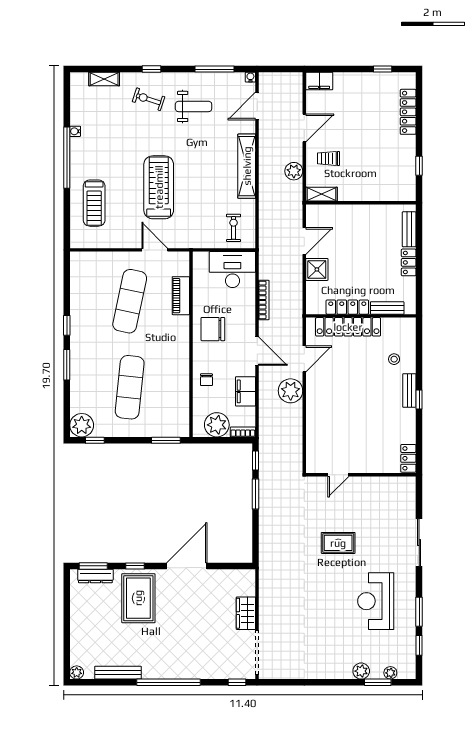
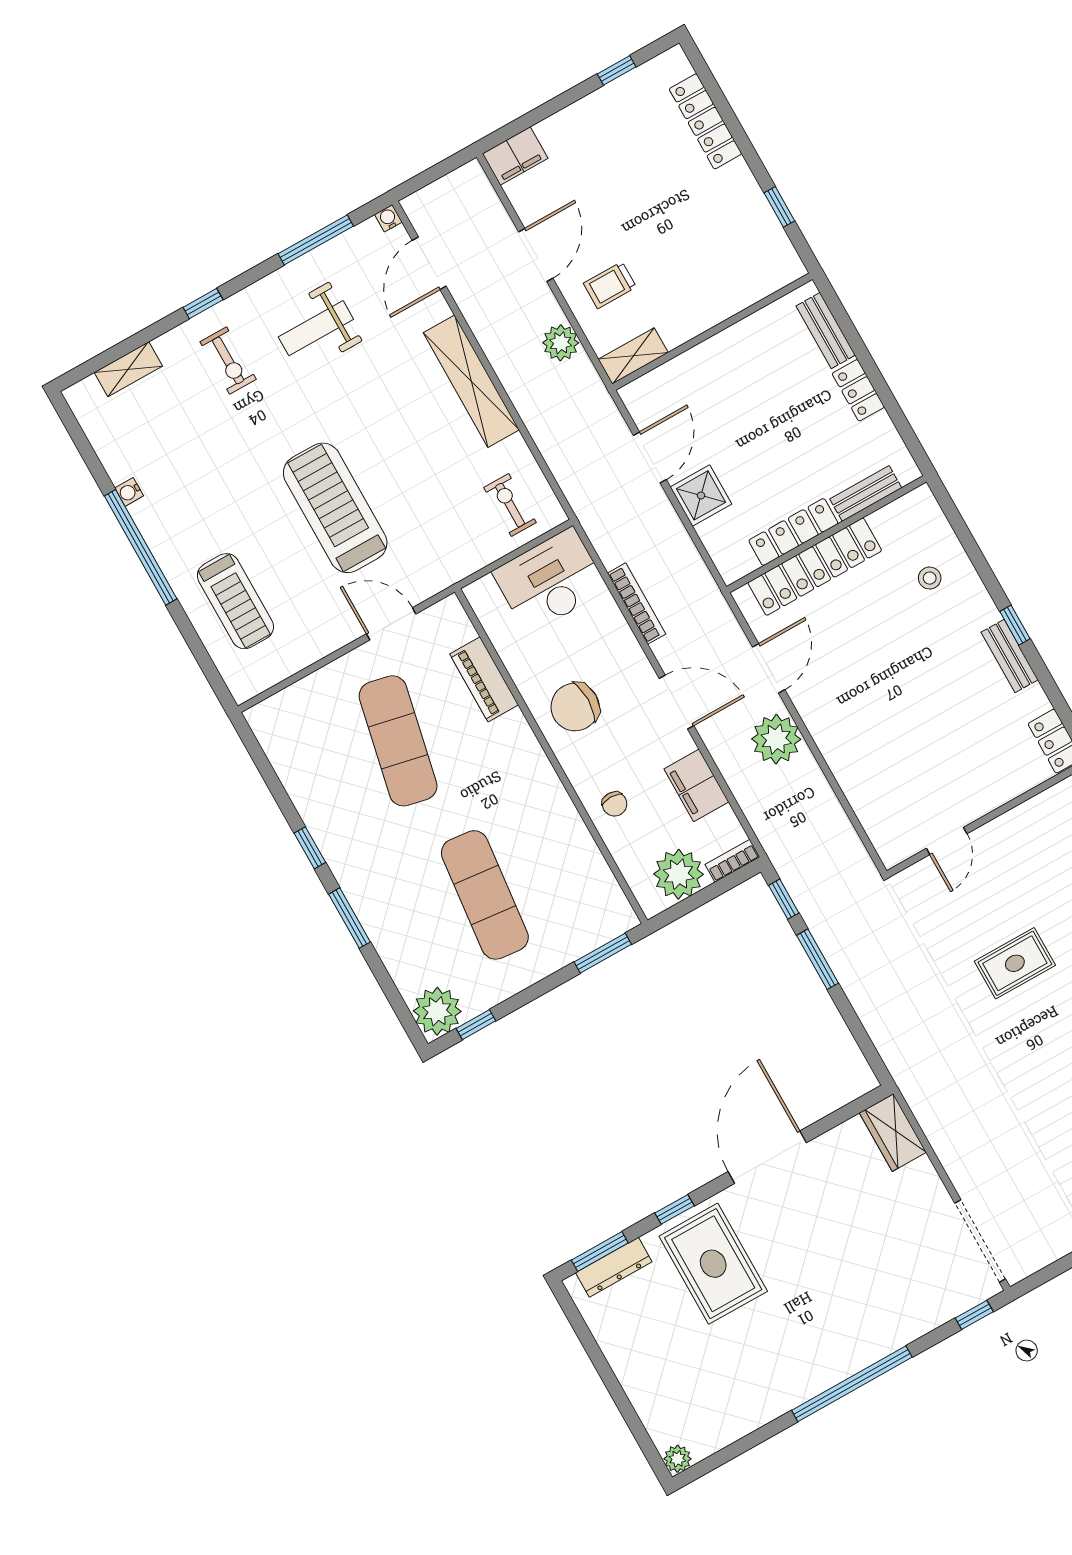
exercise bike: (149, 99) -> (228, 360), turned -108
weight bench: (194, 106) -> (316, 328), turned 180
bench: (409, 391) -> (1010, 656), moved
wardrobe: (246, 613) -> (893, 1133), moved
bench: (118, 673) -> (752, 1417), removed

